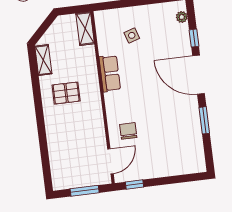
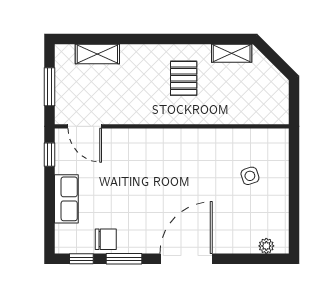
shelving: (85, 29) -> (97, 54), moved
window: (194, 38) -> (81, 259), moved
row of seats: (110, 73) -> (66, 199), moved, turned -90
chair: (128, 131) -> (106, 239), moved

